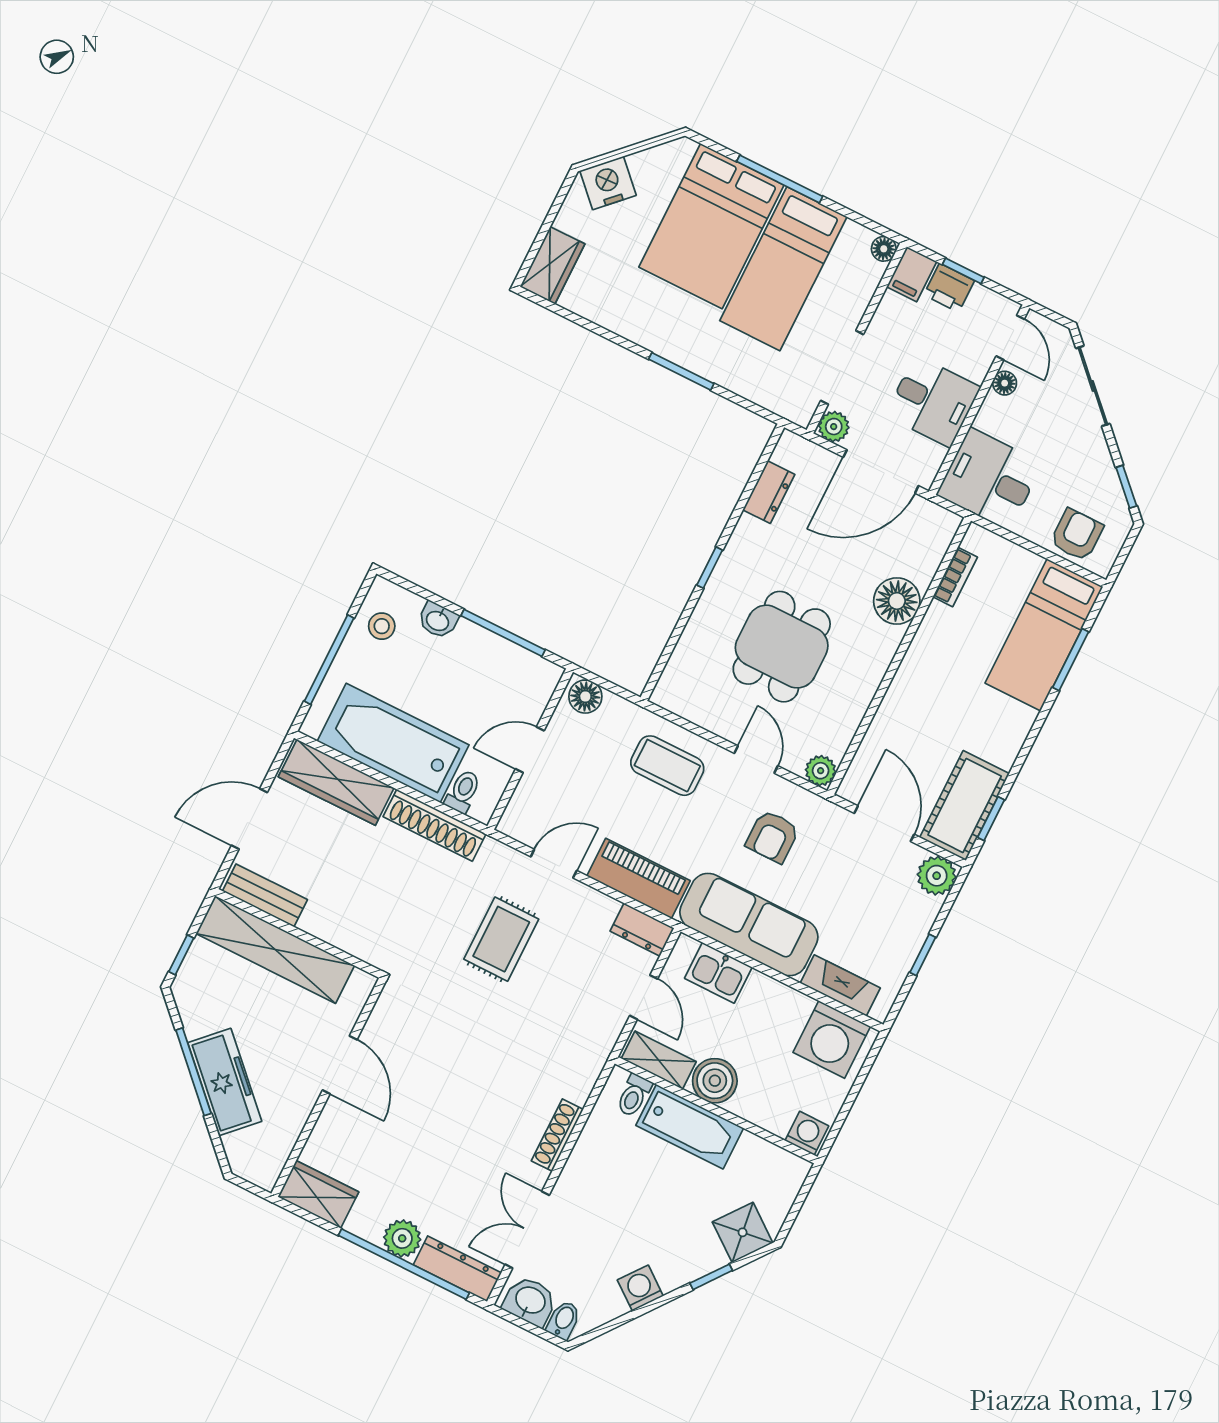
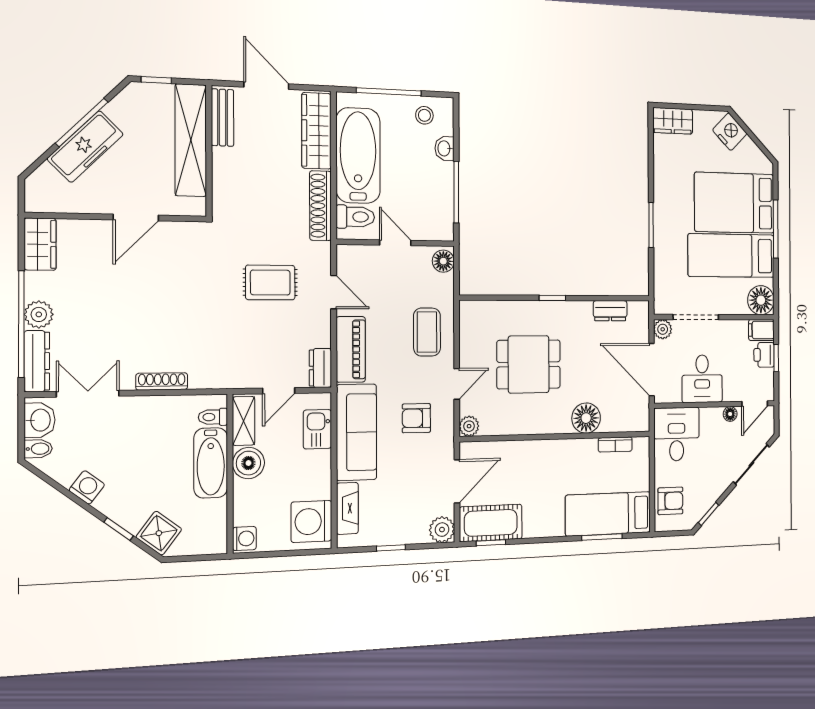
floor lamp: (884, 249) -> (761, 300), width x1.89, depth x1.89
toilet: (463, 792) -> (355, 217), width x1.37, depth x1.39

